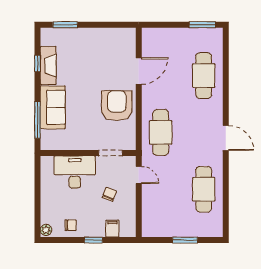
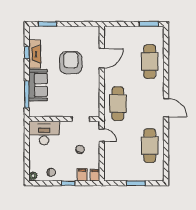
armchair: (117, 106) -> (71, 63), moved
desk: (75, 172) -> (44, 133), moved
filing cabinet: (130, 229) -> (95, 175), added

